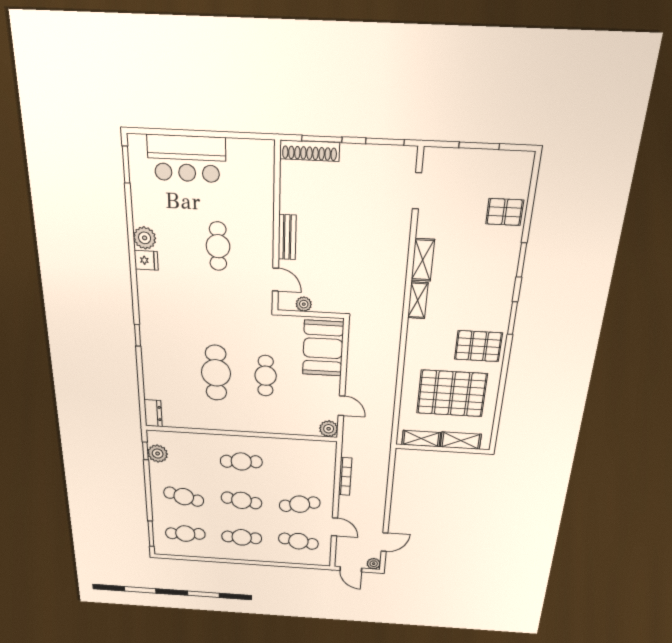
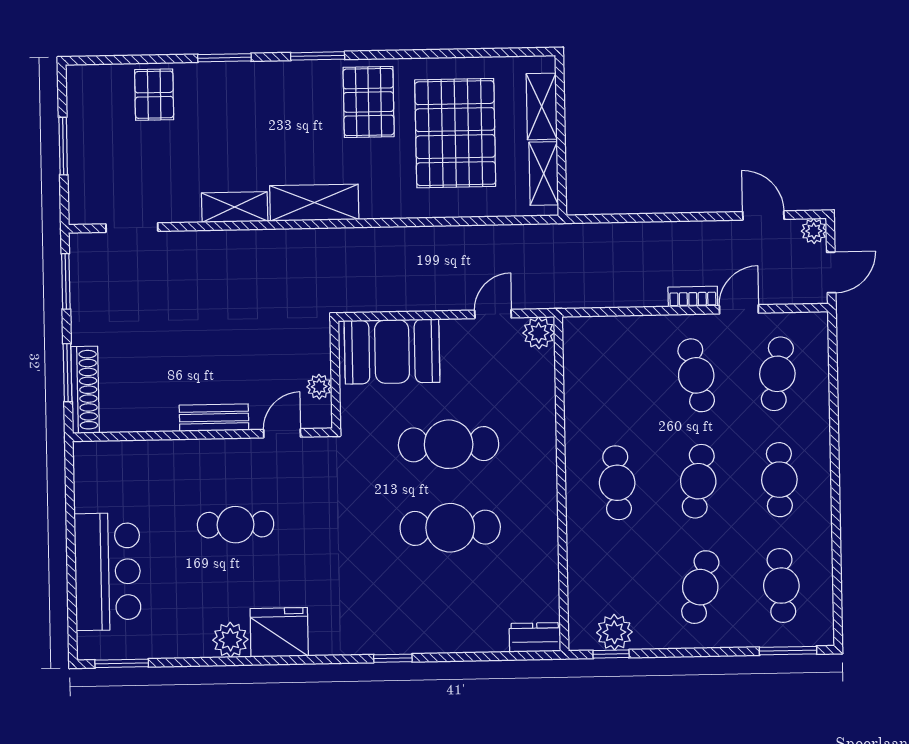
fridge: (146, 260) -> (279, 632), width x1.88, depth x1.34
shelving: (418, 300) -> (314, 203), width x1.50, depth x1.33
cafe table: (266, 376) -> (449, 444), width x1.37, depth x1.35
bookcase: (345, 476) -> (693, 297), moved, width x0.64

